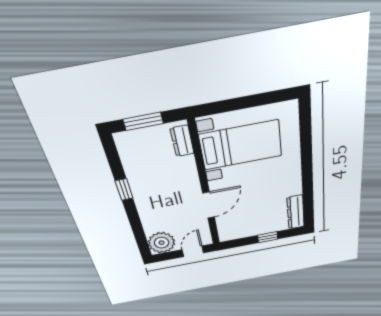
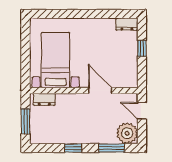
dresser: (296, 212) -> (127, 24), width x0.70
window: (138, 231) -> (112, 148), added

